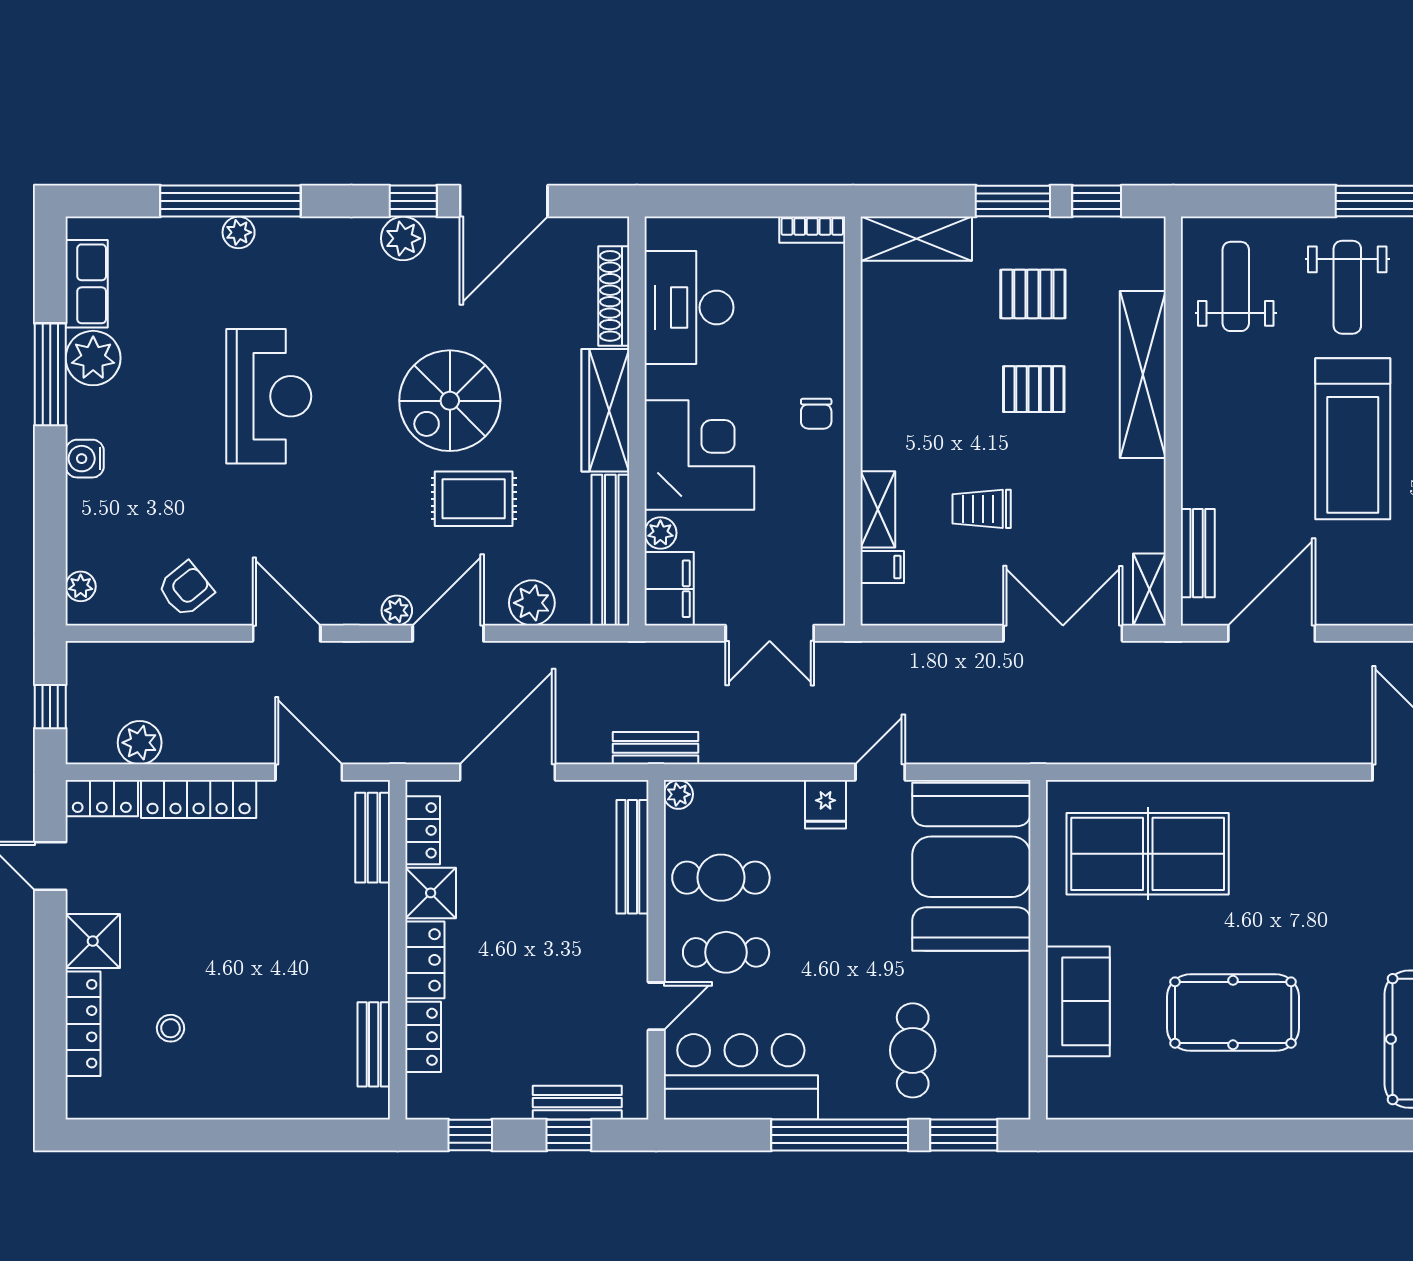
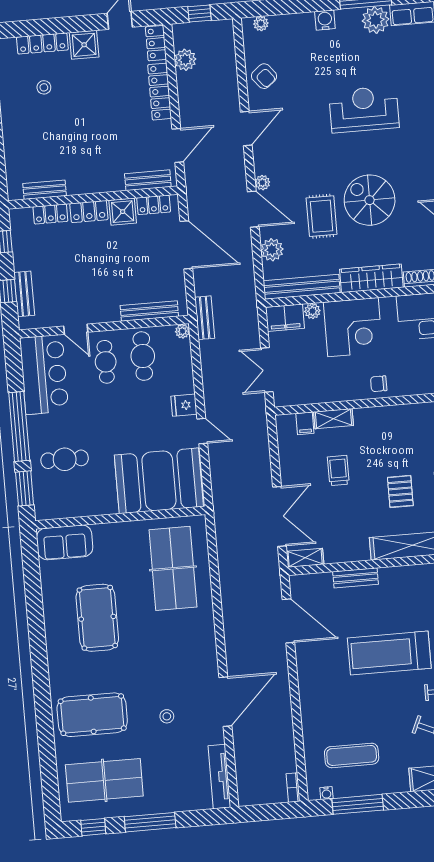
reception desk: (269, 396) -> (364, 109), turned 180
bench: (1198, 553) -> (356, 578), moved
sofa: (1078, 1001) -> (65, 542), moved

